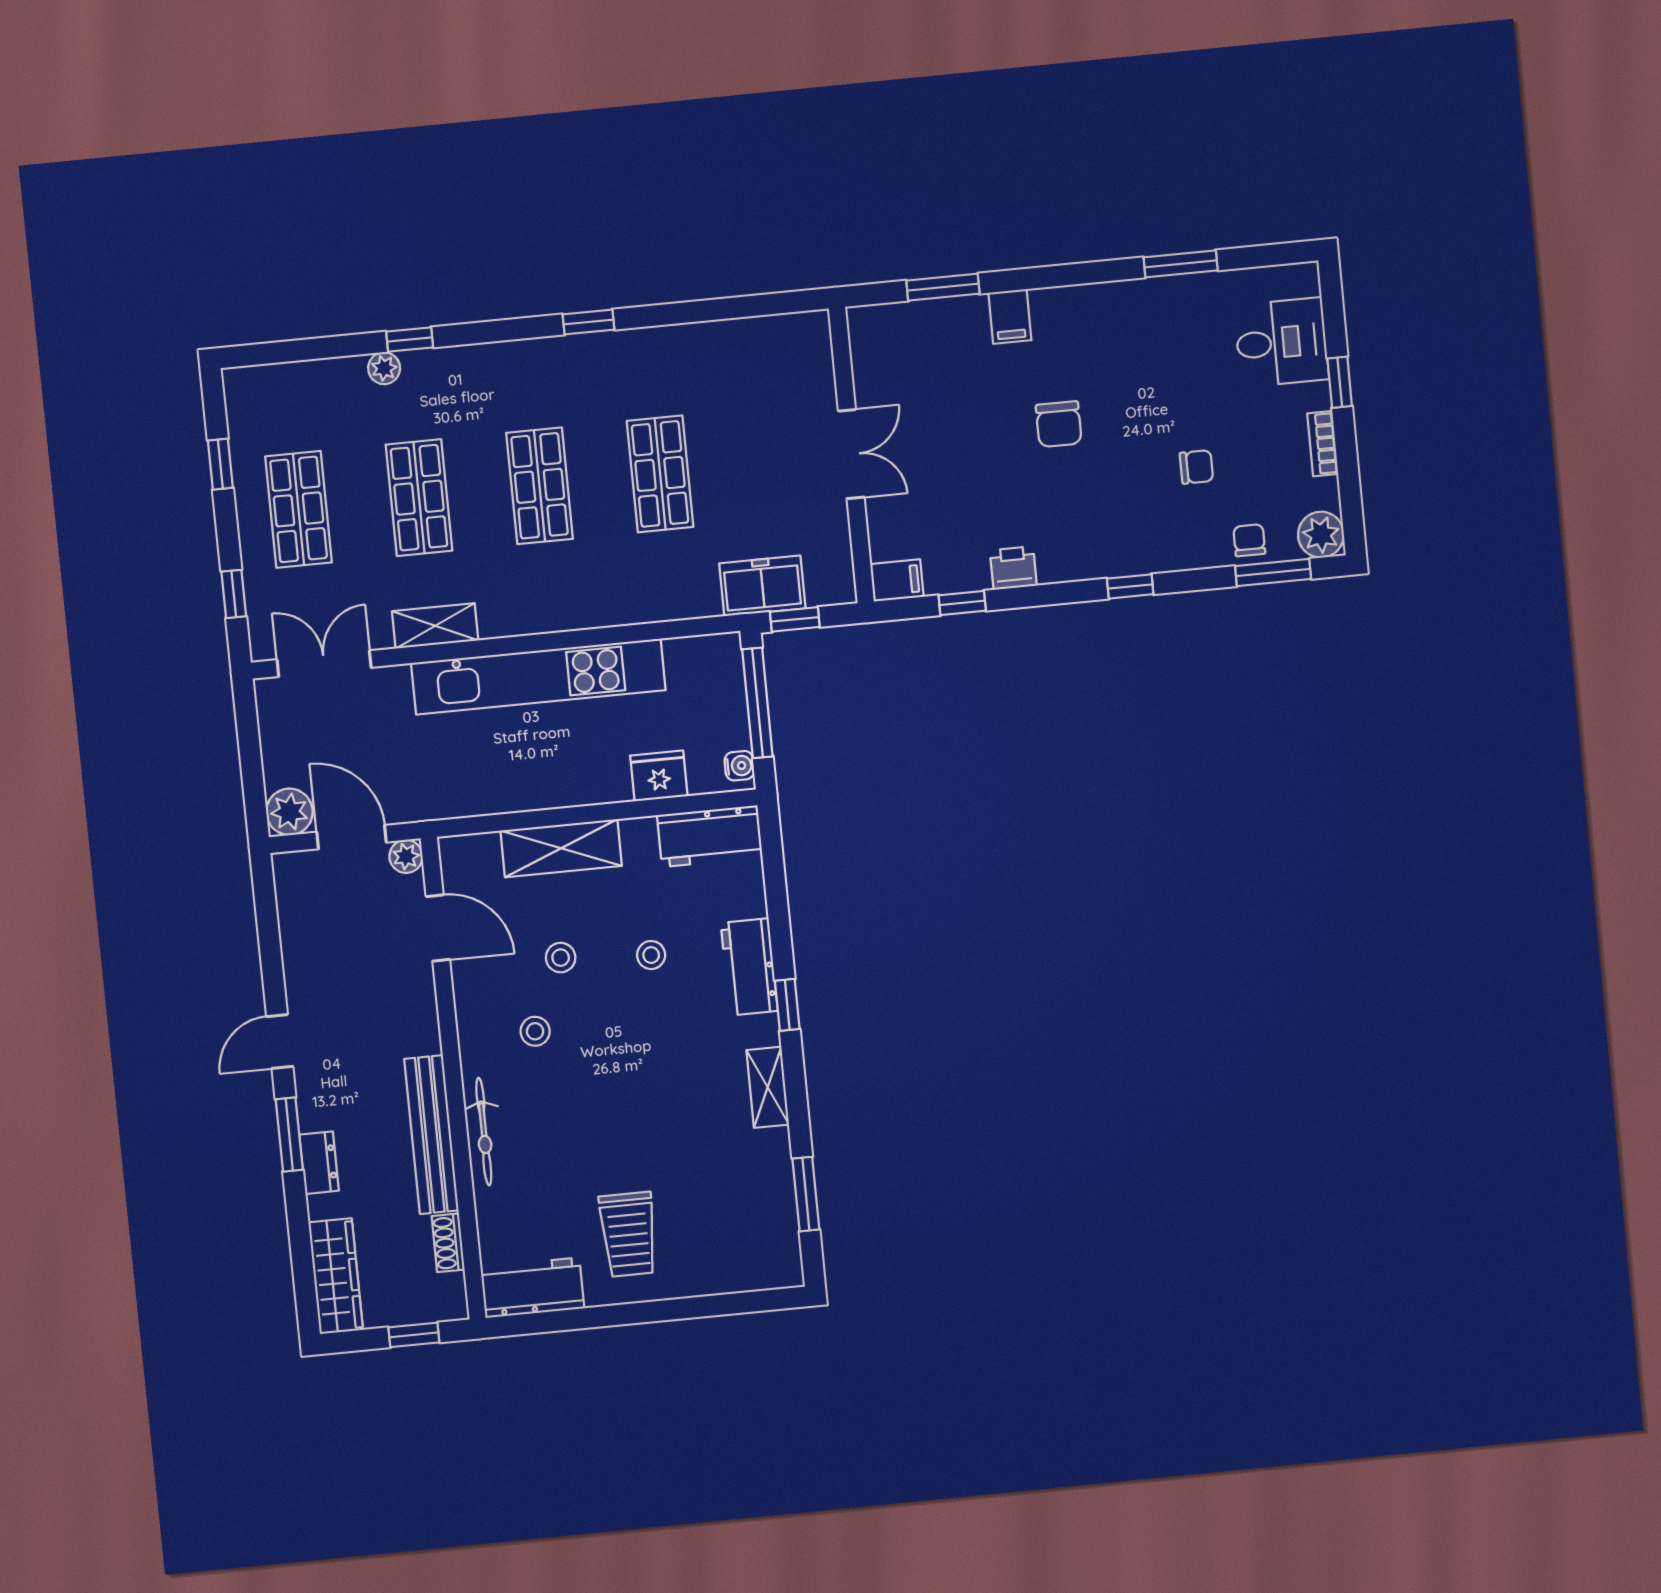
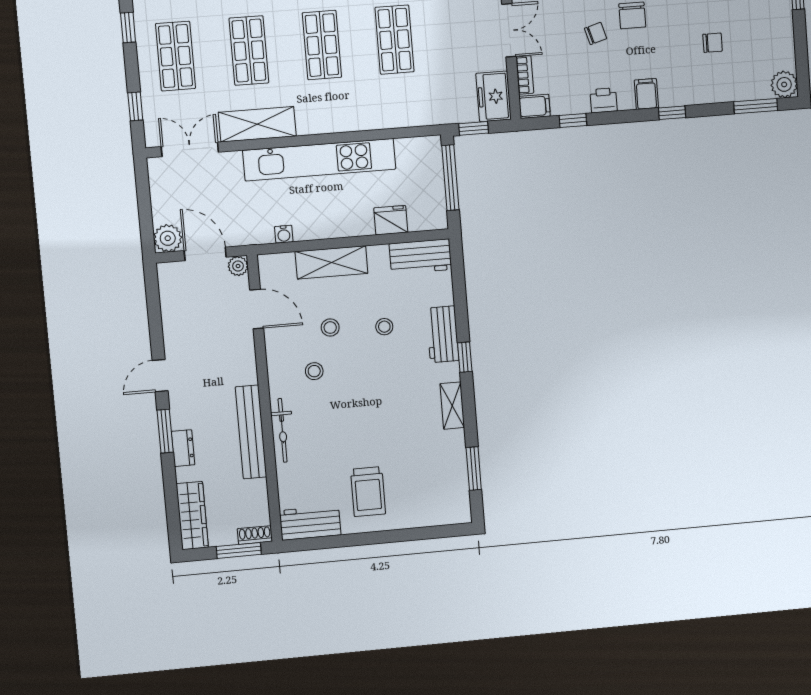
bookcase: (1323, 444) -> (525, 75), moved, turned 180
chair: (1249, 540) -> (596, 33), moved, turned 74
filing cabinet: (1086, 556) -> (646, 94), added
freezer: (762, 586) -> (494, 96), moved, turned -90
shelving: (435, 626) -> (257, 124), width x1.50, depth x1.33
water cooler: (739, 766) -> (284, 234), moved, turned 90
shoe rack: (448, 1243) -> (255, 535), moved, turned 90
window: (414, 1335) -> (239, 550), width x1.50

